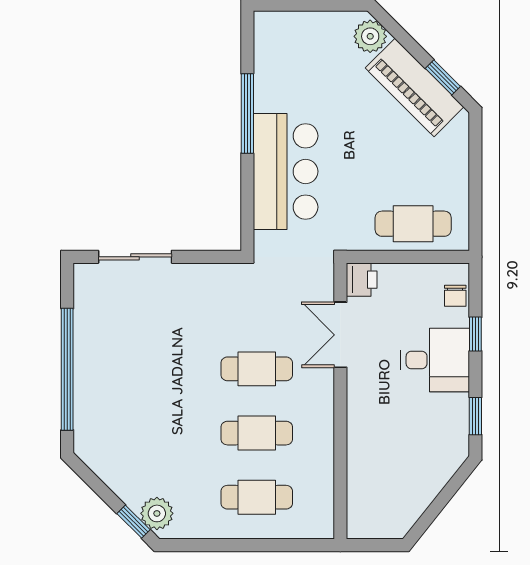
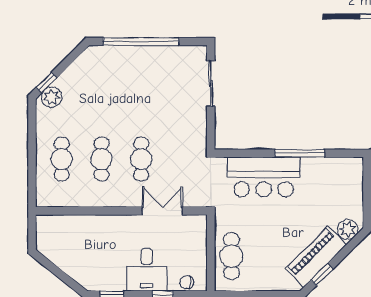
printer: (362, 280) -> (197, 224), removed

